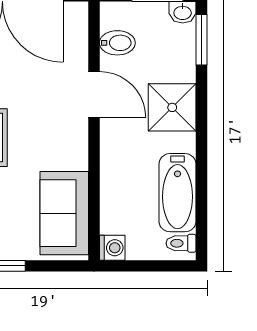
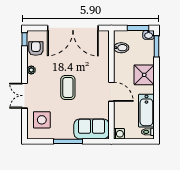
door: (94, 94) -> (111, 92), moved
sofa: (64, 213) -> (92, 129), moved, turned 90

